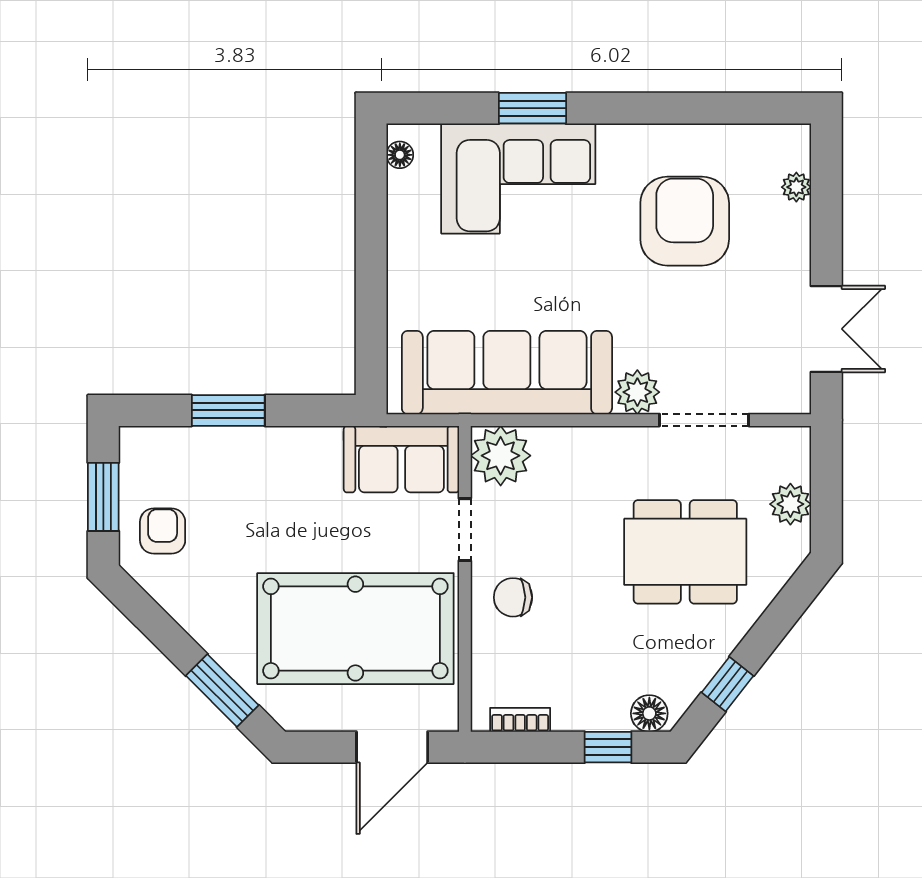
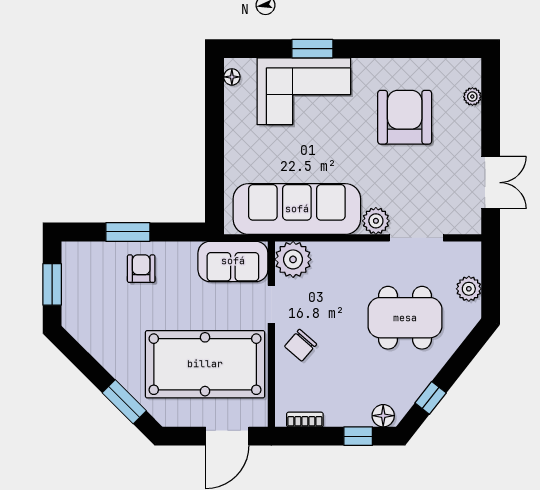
armchair: (163, 531) -> (141, 269), moved
chair: (513, 597) -> (301, 345), turned -49

